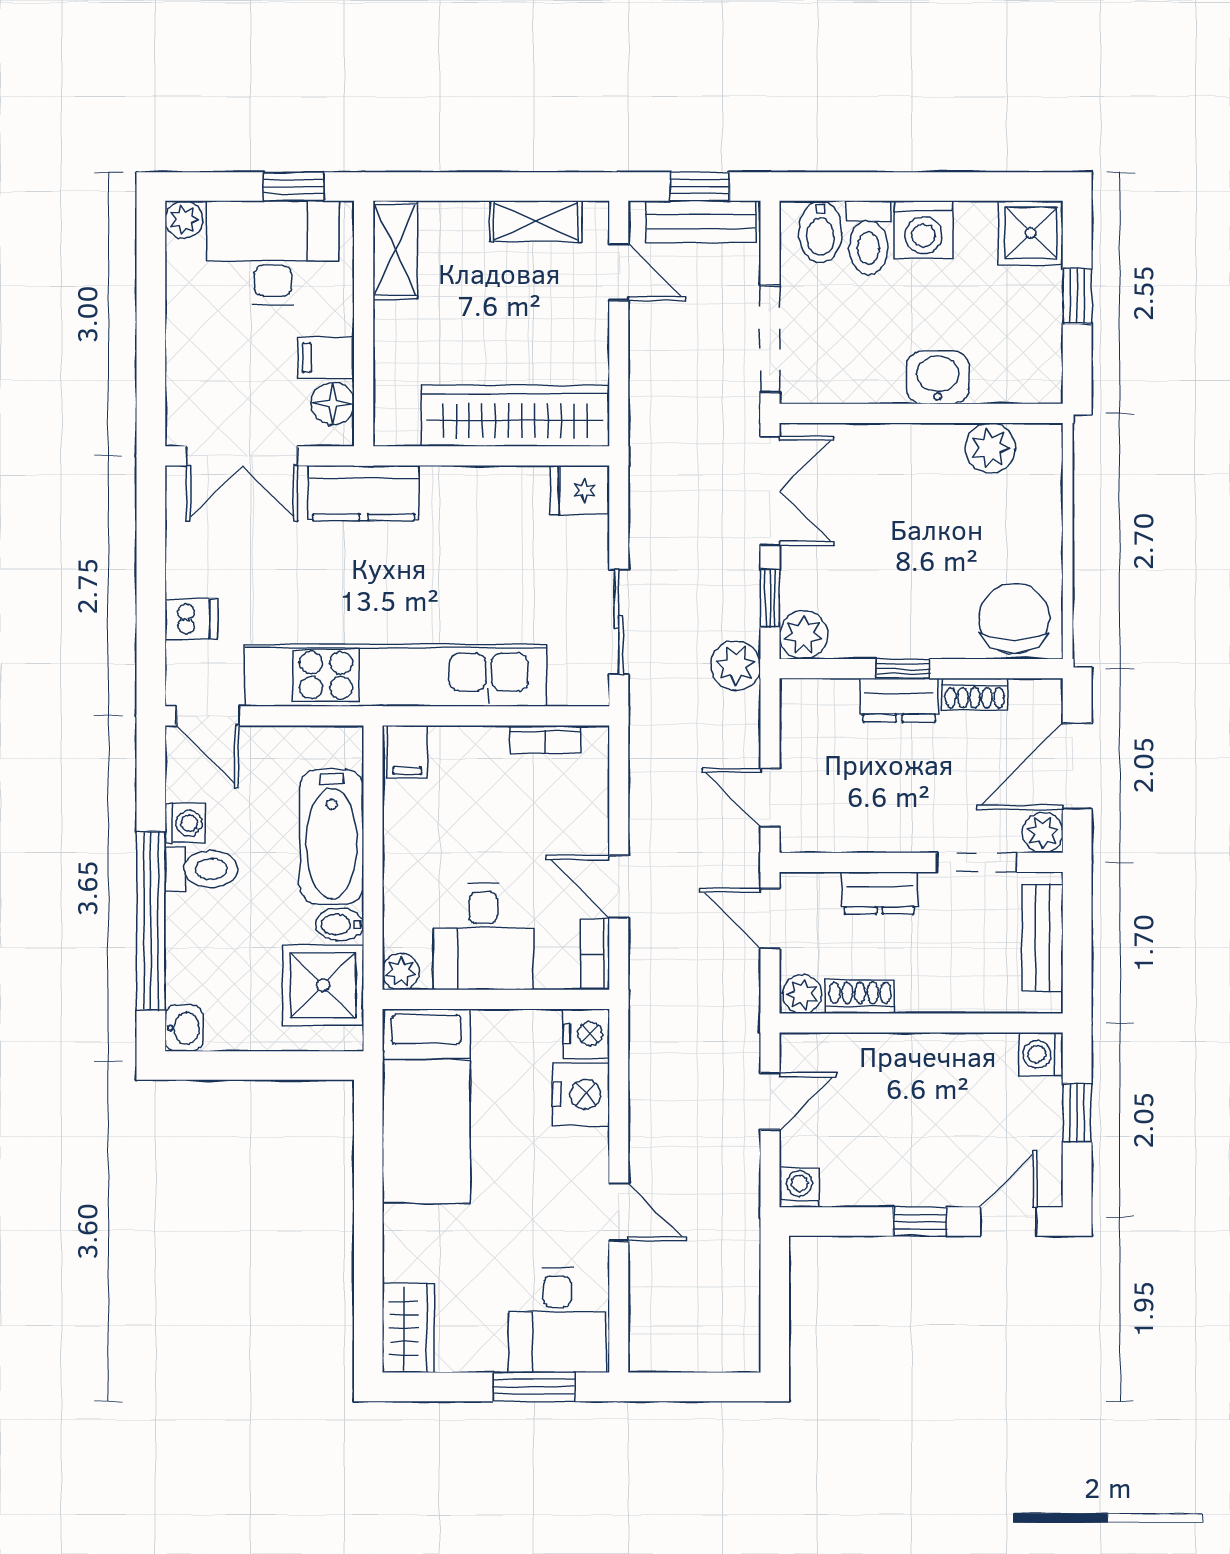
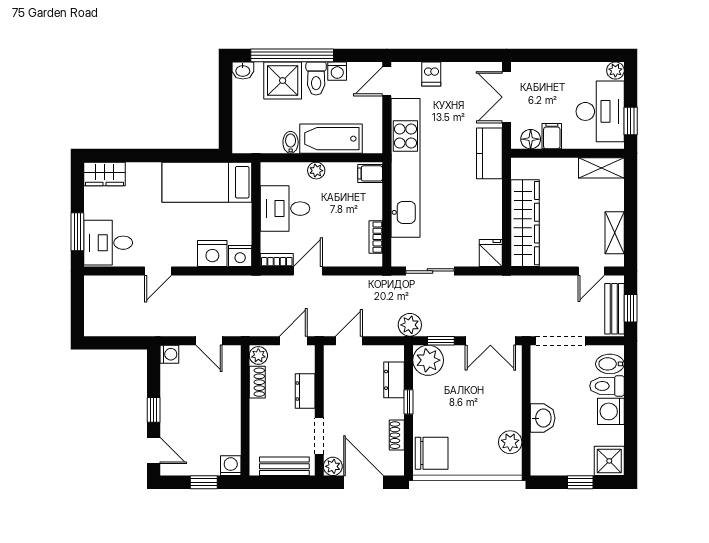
plant: (804, 635) -> (428, 360), width x1.36, depth x1.36
dresser: (899, 700) -> (394, 380), moved
plant: (401, 972) -> (316, 171), moved
shower: (323, 985) -> (283, 81), moved

